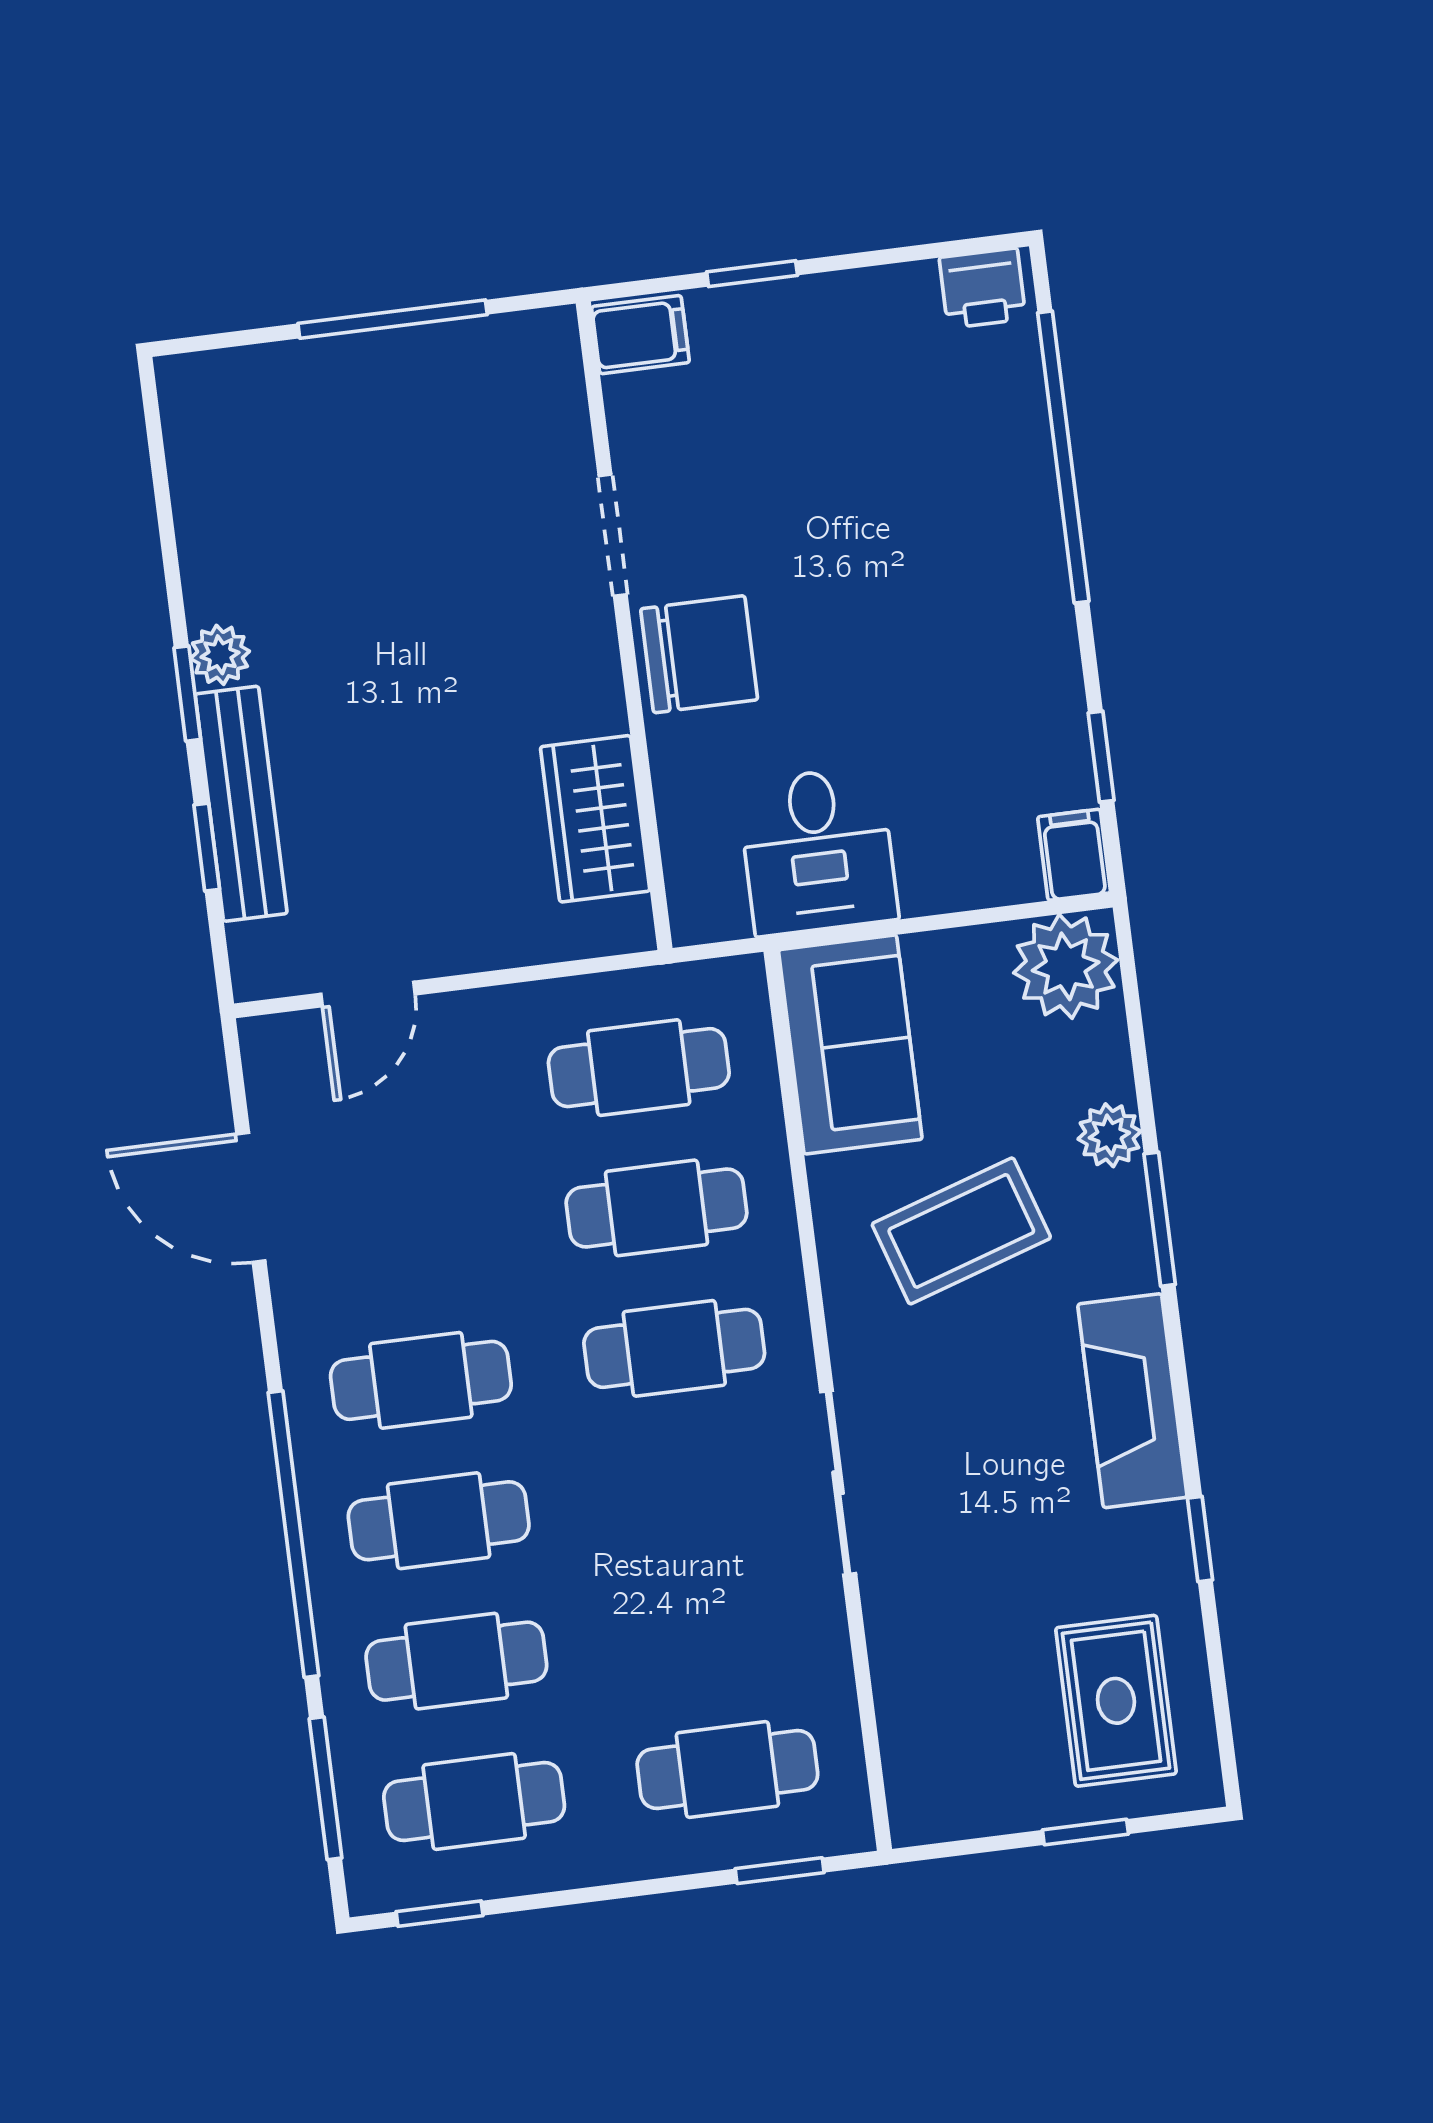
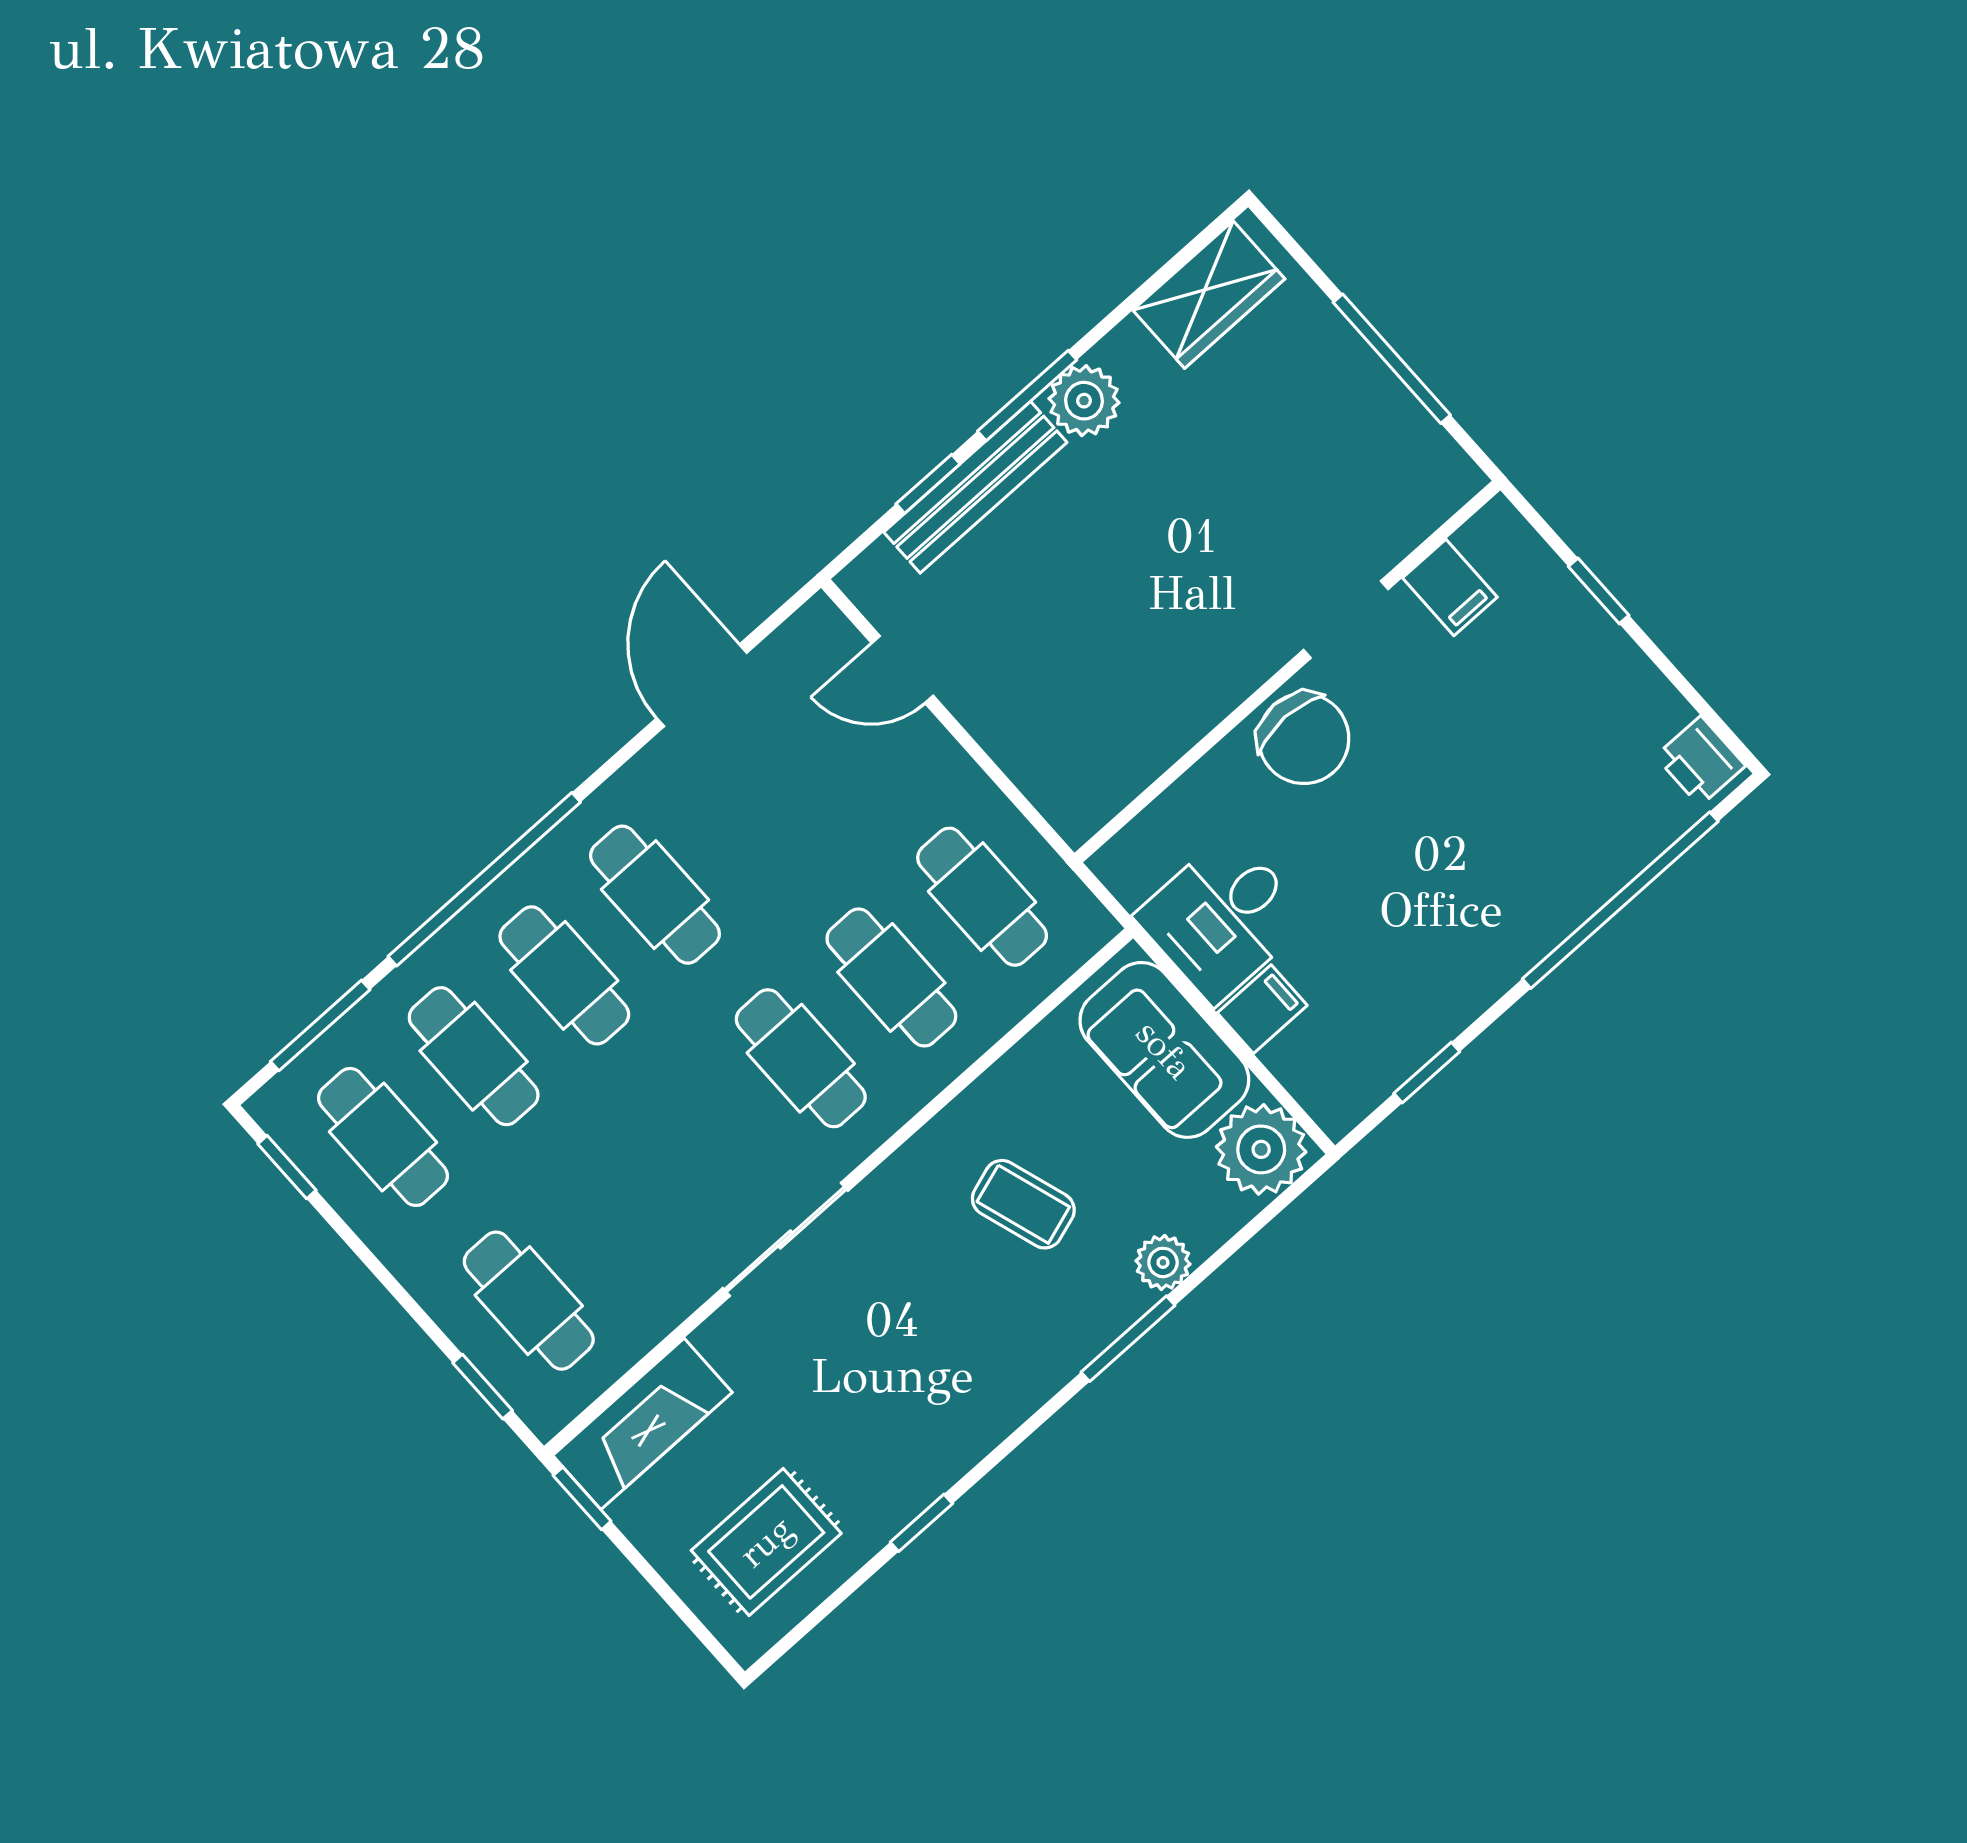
filing cabinet: (640, 335) -> (1450, 587), moved
plant: (220, 655) -> (1084, 401), width x1.38, depth x1.38
window: (187, 694) -> (1027, 396), width x1.50
wardrobe: (595, 819) -> (1209, 295), moved, turned 180
filing cabinet: (1074, 855) -> (1262, 1009), moved
sofa: (850, 1045) -> (1164, 1050), moved, turned 90
coffee table: (961, 1231) -> (1023, 1204), width x0.73, depth x0.77
fireplace: (1132, 1401) -> (642, 1424), moved, turned 180
window: (1085, 1832) -> (582, 1498), moved

